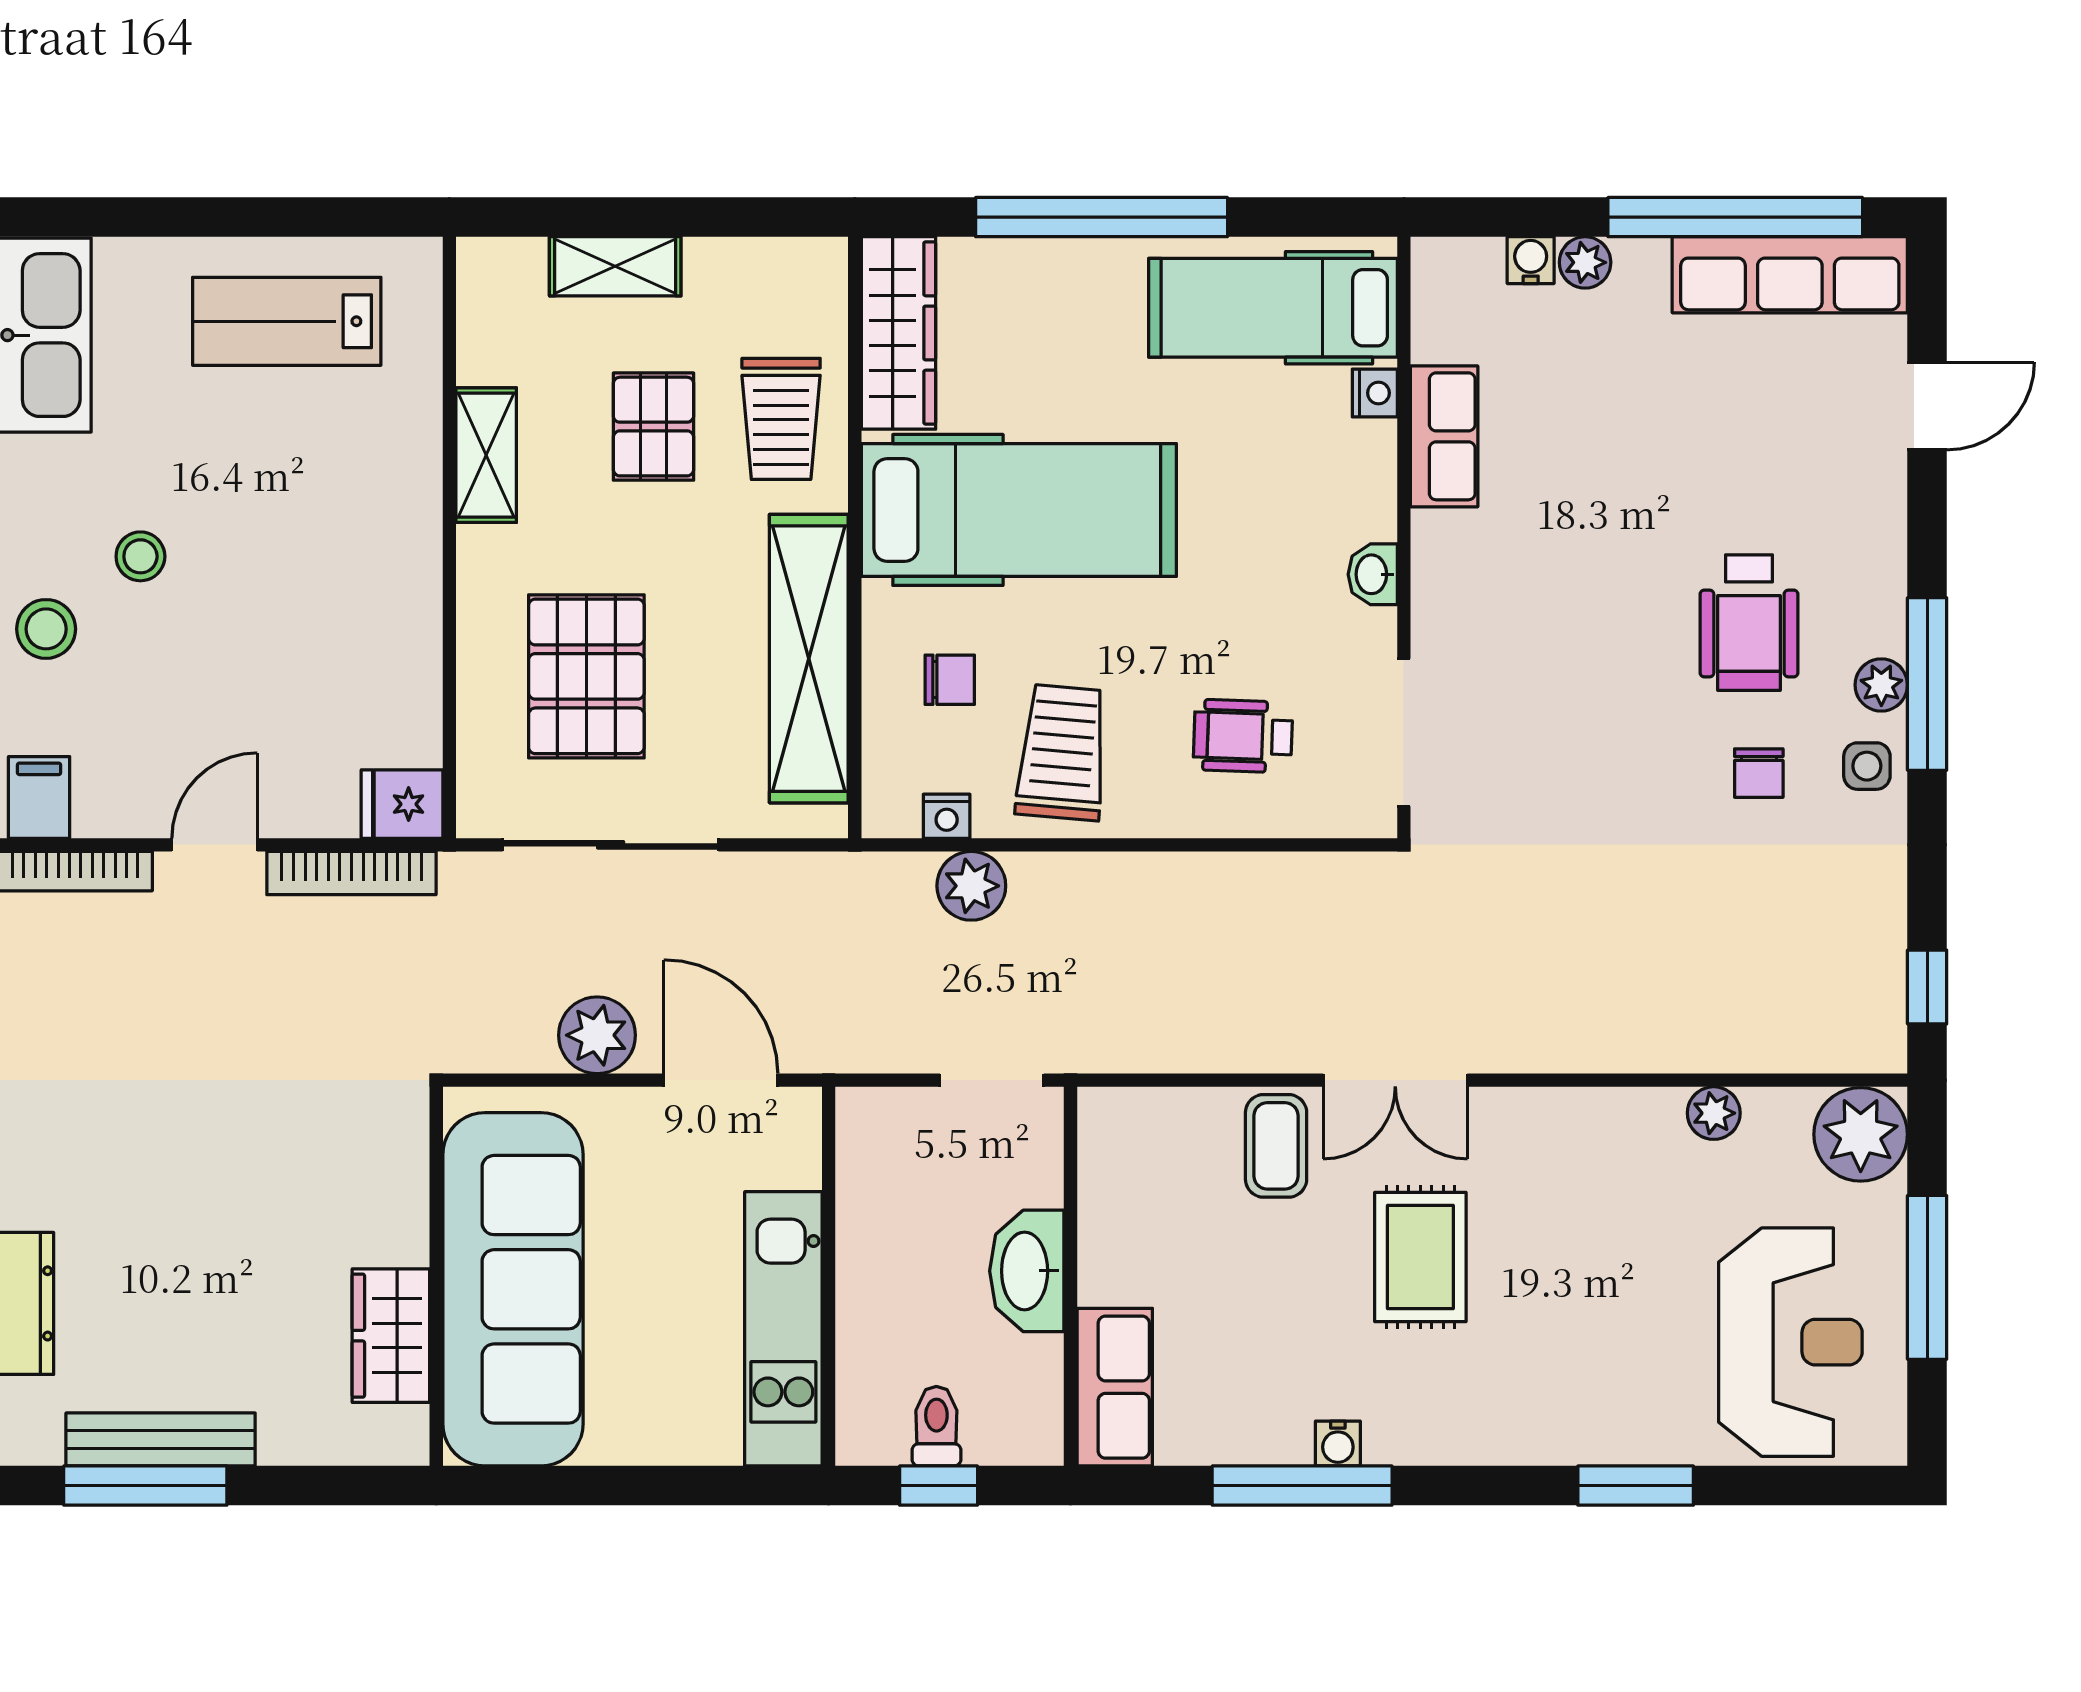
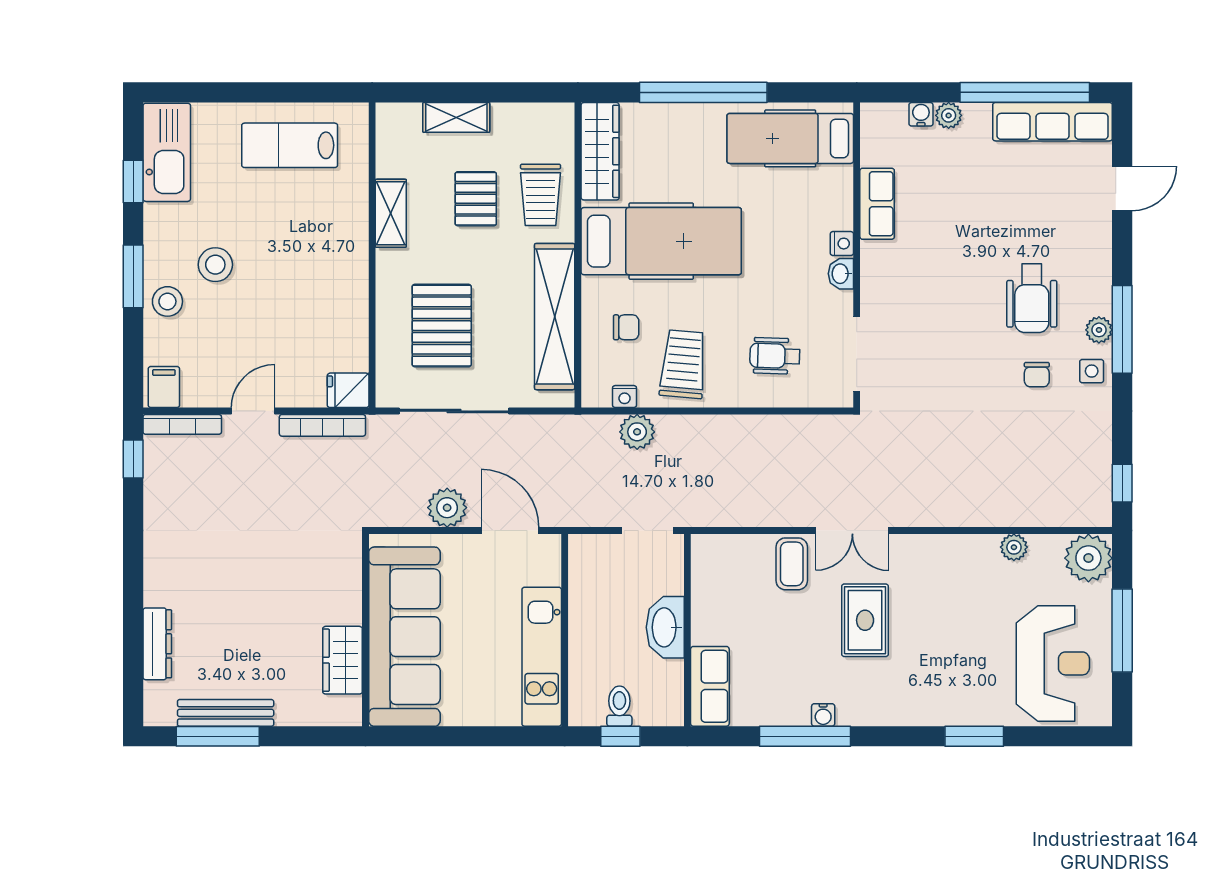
nightstand: (1375, 393) -> (842, 244), moved
stool: (140, 556) -> (215, 265), width x1.37, depth x1.37

